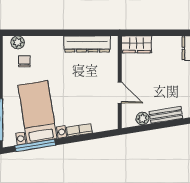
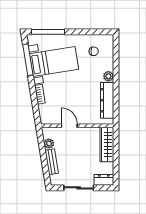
plant: (18, 42) -> (108, 76), moved
wardrobe: (136, 44) -> (107, 145), width x1.50
door: (120, 93) -> (69, 126), swing flipped

